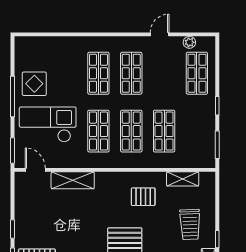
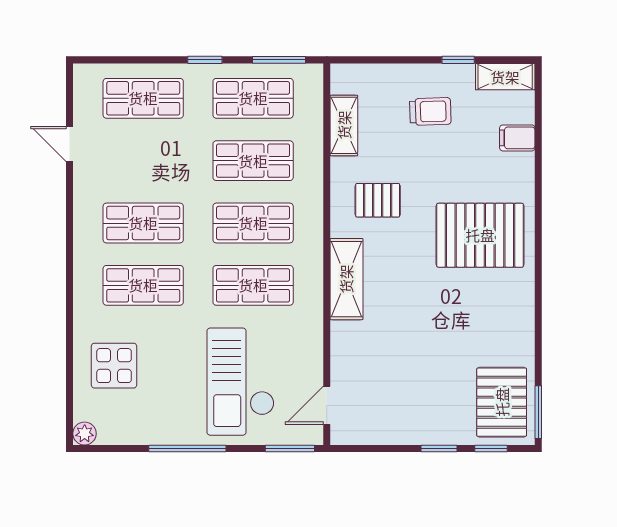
door: (160, 34) -> (70, 144), moved
plant: (189, 42) -> (85, 434), moved
display table: (34, 84) -> (114, 366), moved
shop shelf: (197, 131) -> (253, 98), added
shelving: (73, 180) -> (346, 279), moved
pallet: (143, 197) -> (378, 200), turned 90
trolley: (190, 224) -> (430, 111), width x0.73, depth x0.72

